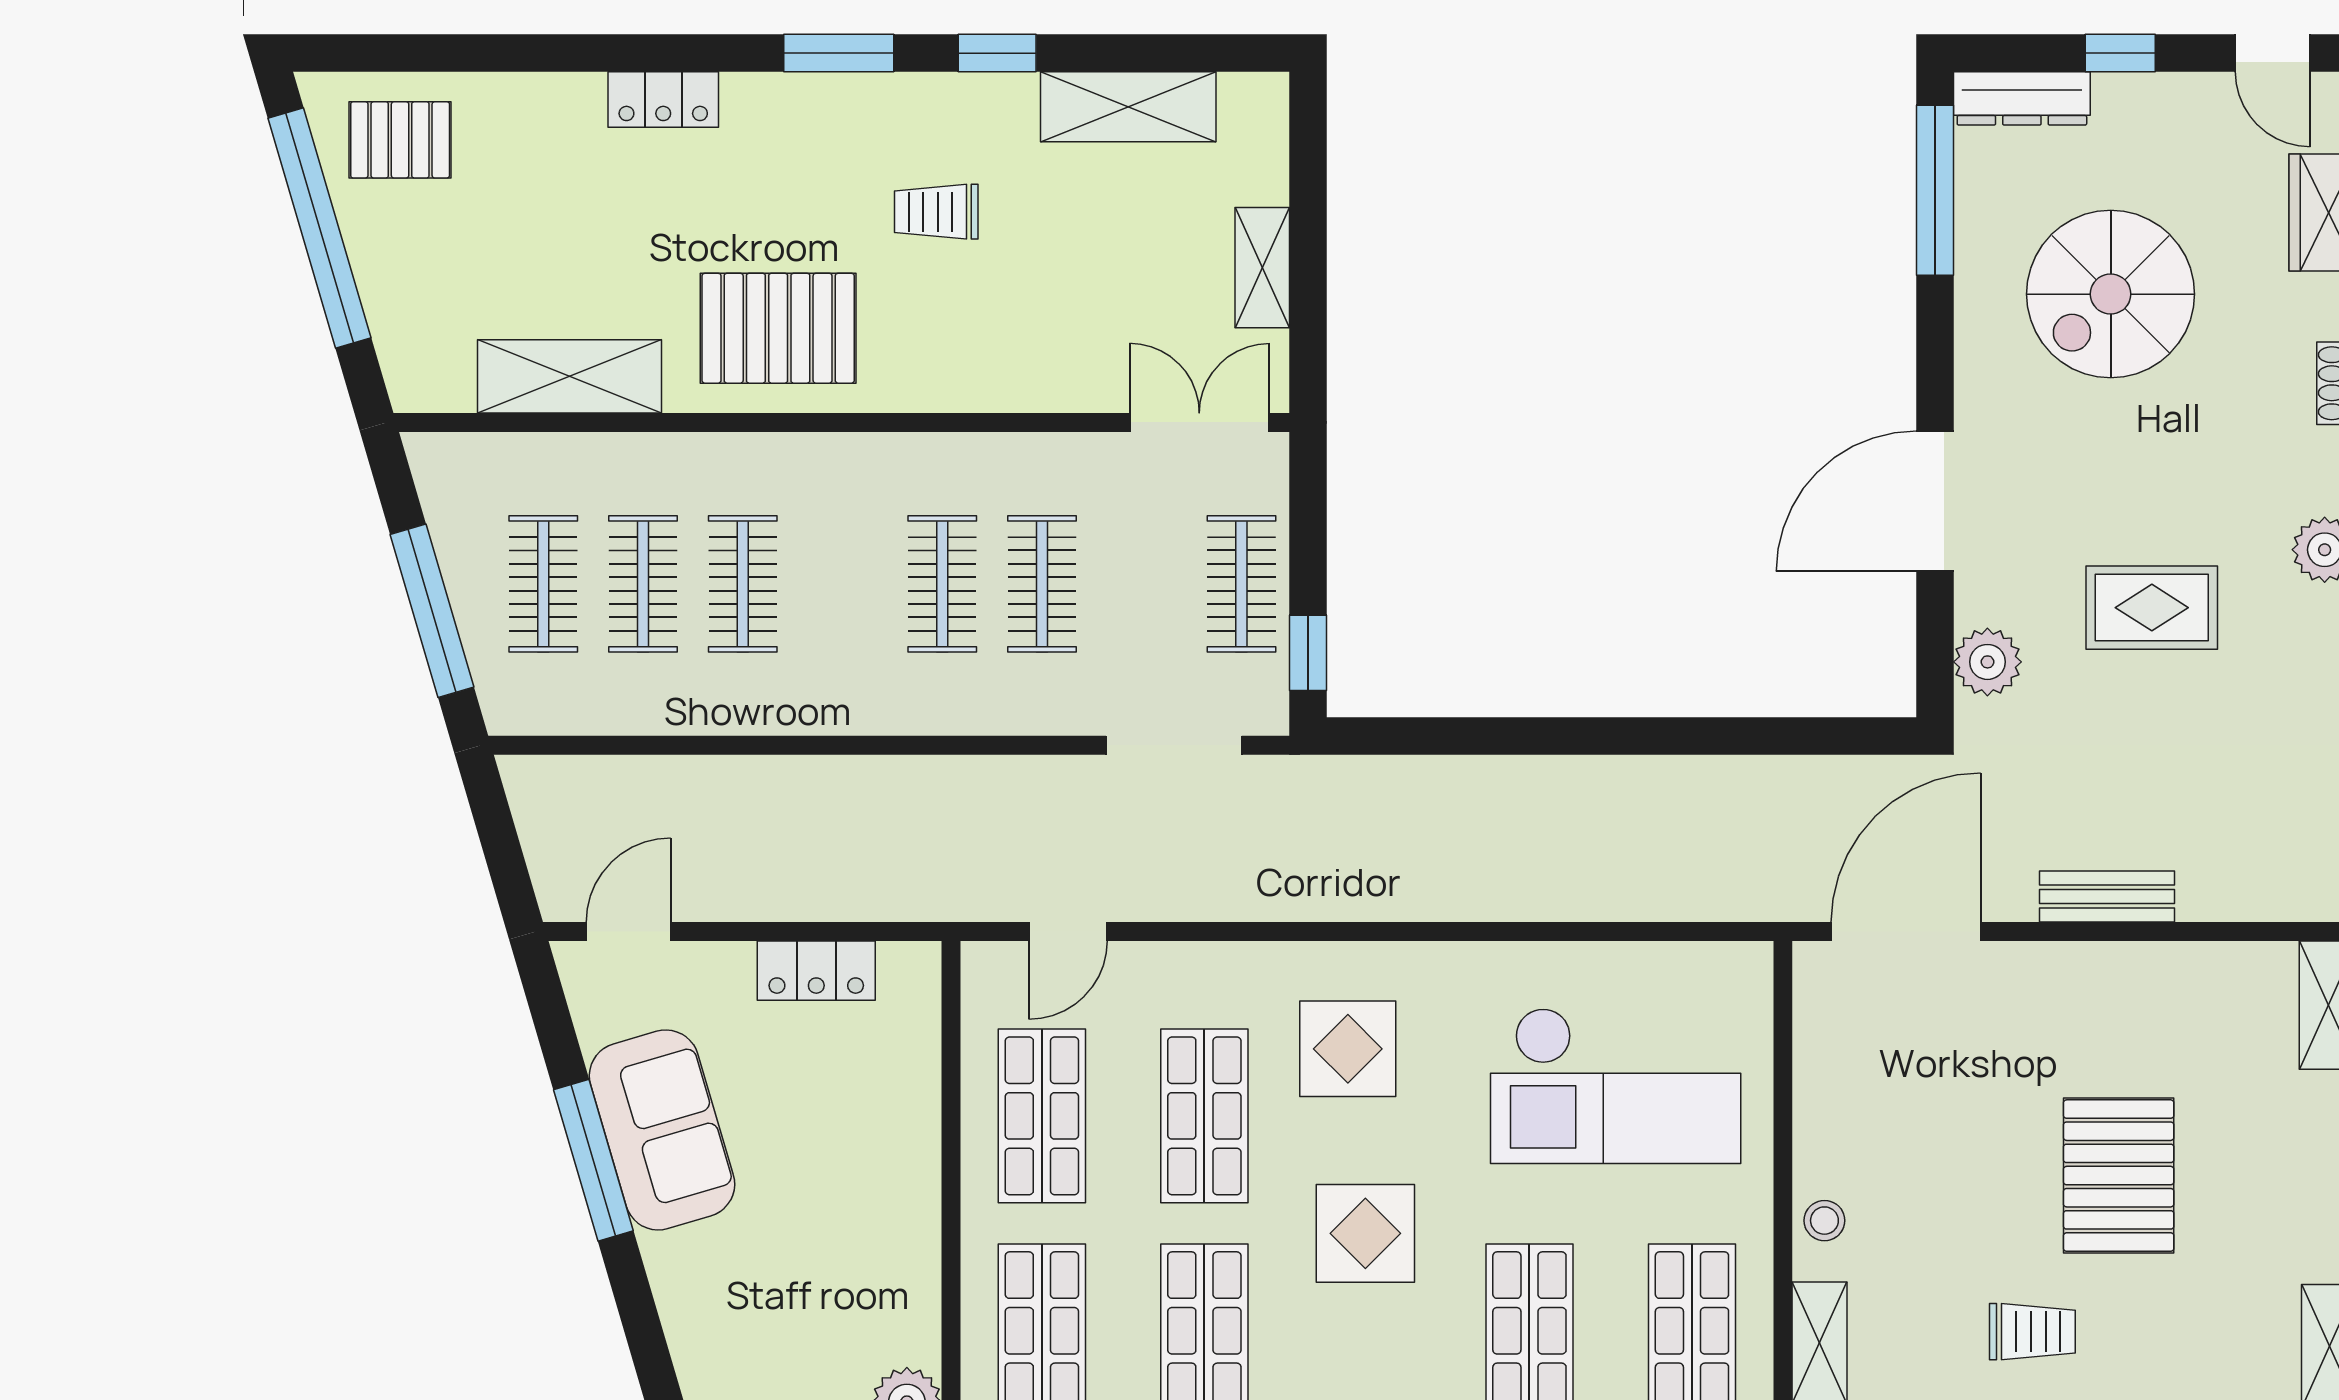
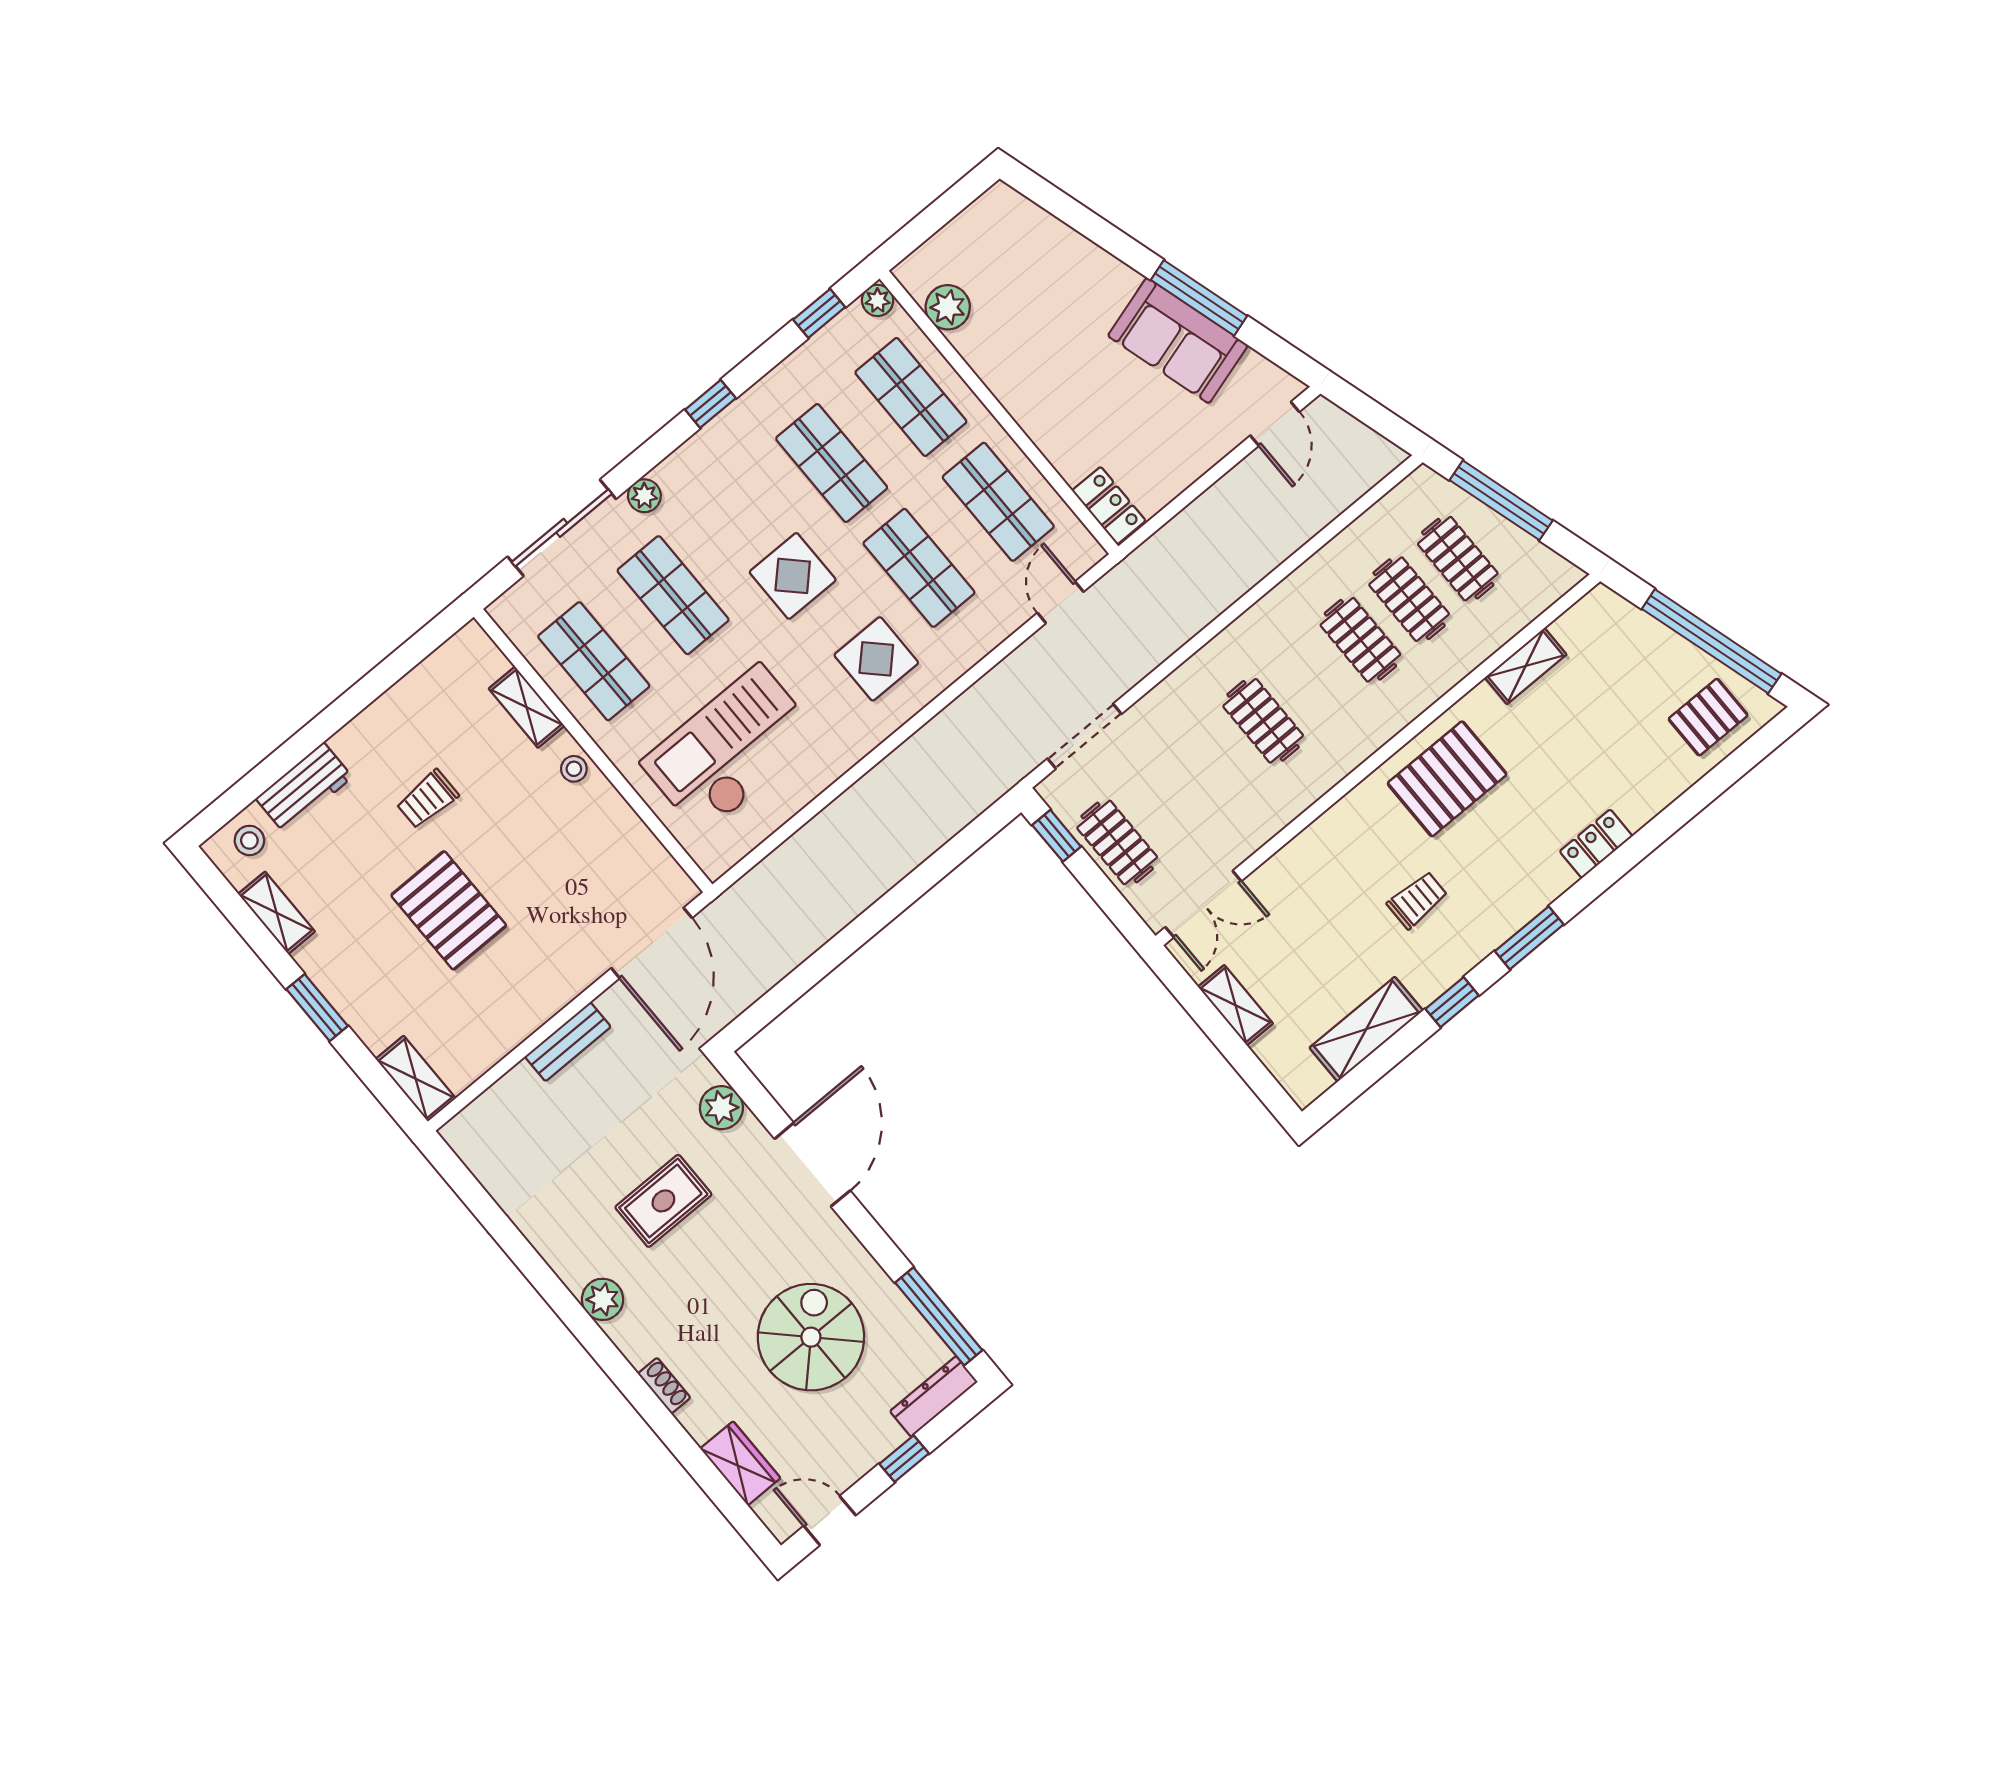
shelving: (569, 376) -> (1526, 666), width x0.67, depth x0.75
clothes rail: (1042, 584) -> (1214, 761), removed
locker: (816, 971) -> (1109, 506), moved, turned 90

